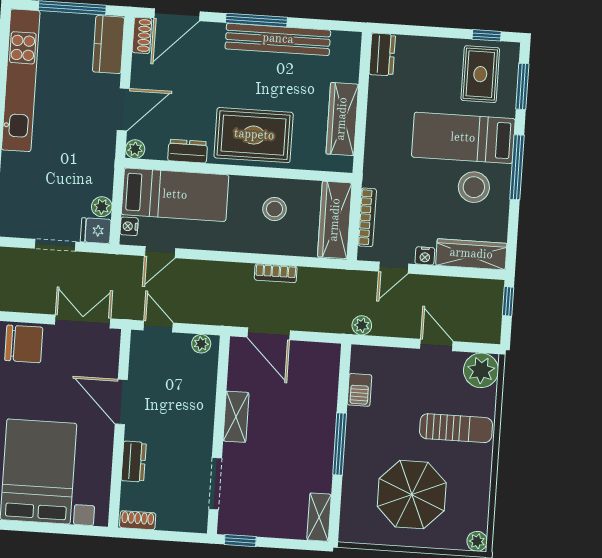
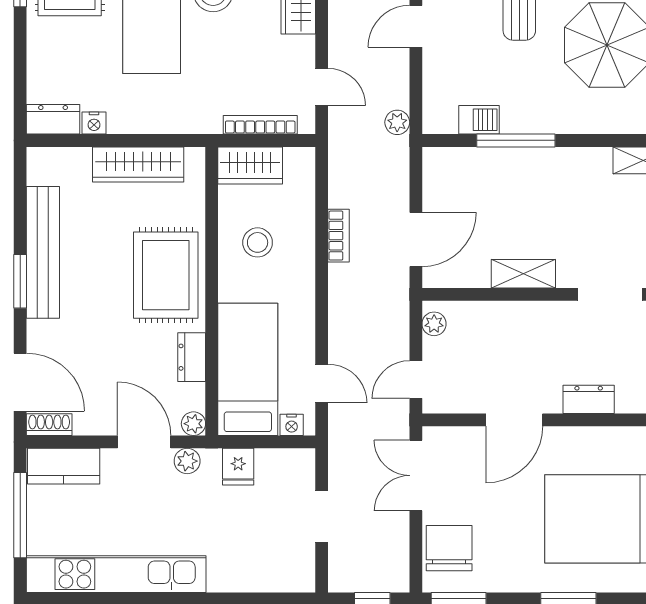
window: (256, 20) -> (20, 281), width x0.69
plant: (102, 207) -> (187, 461), moved
wardrobe: (335, 220) -> (250, 165), width x0.67
fridge: (96, 231) -> (238, 467), moved
nightstand: (425, 256) -> (94, 123), moved, turned 90
window: (340, 444) -> (516, 140), moved

